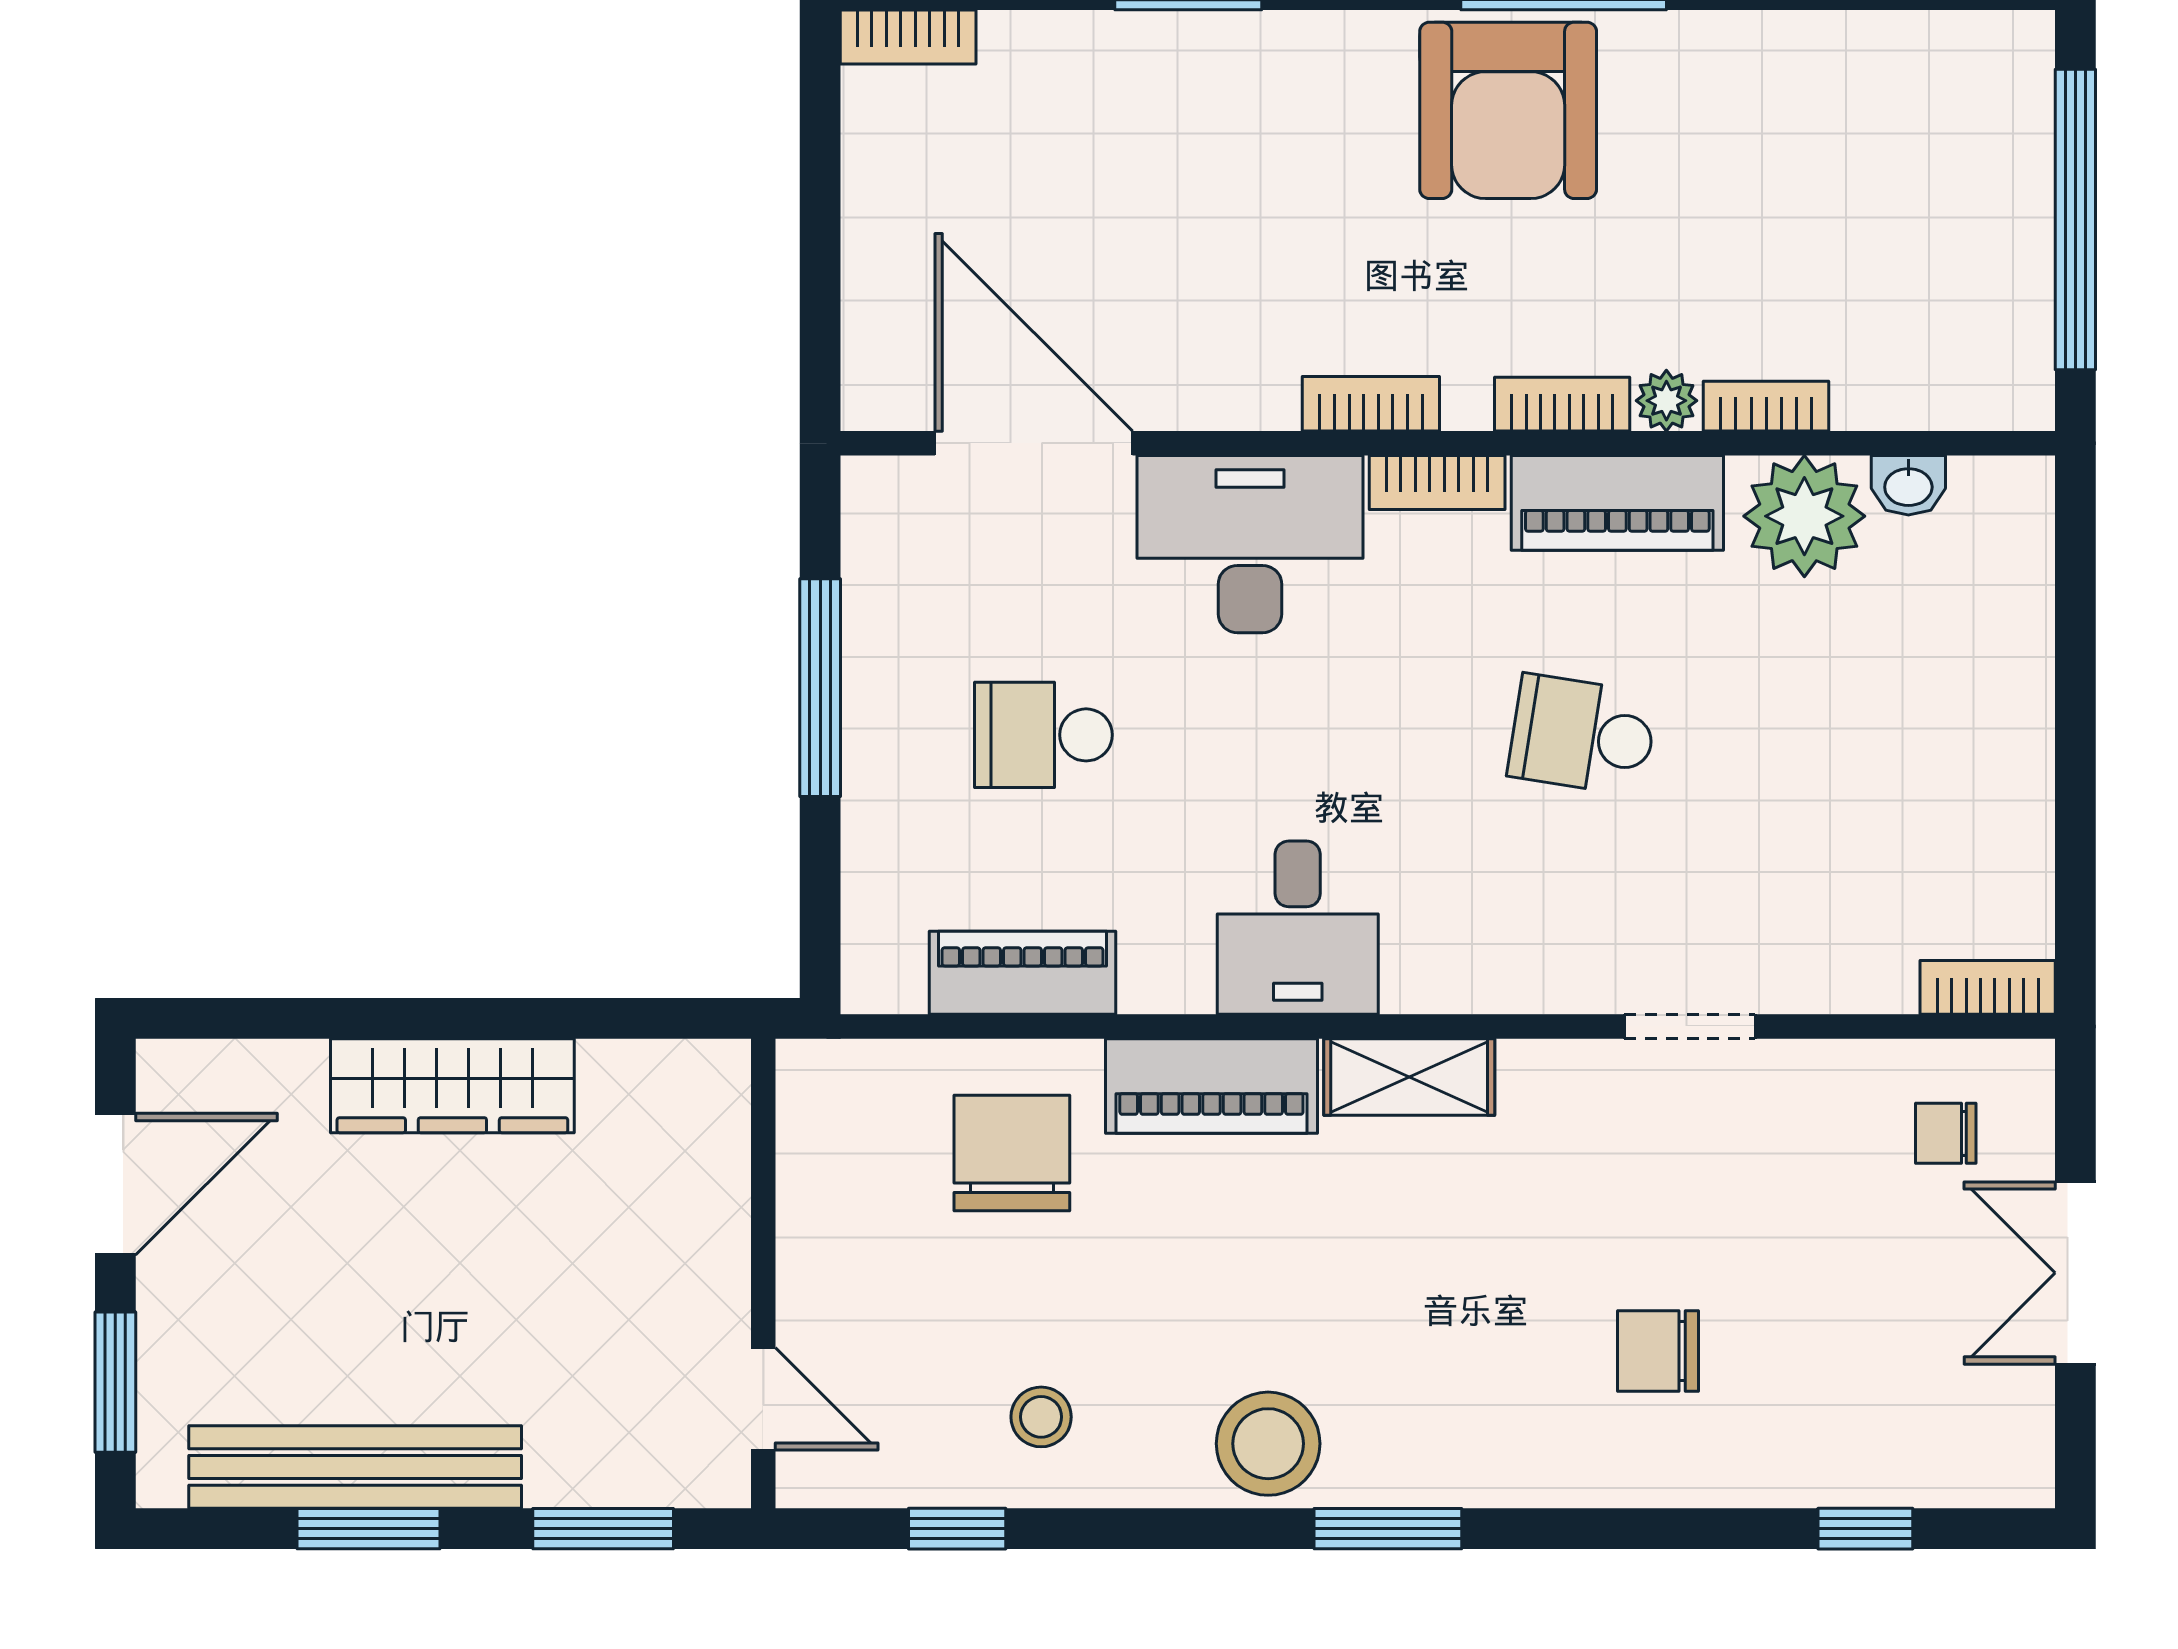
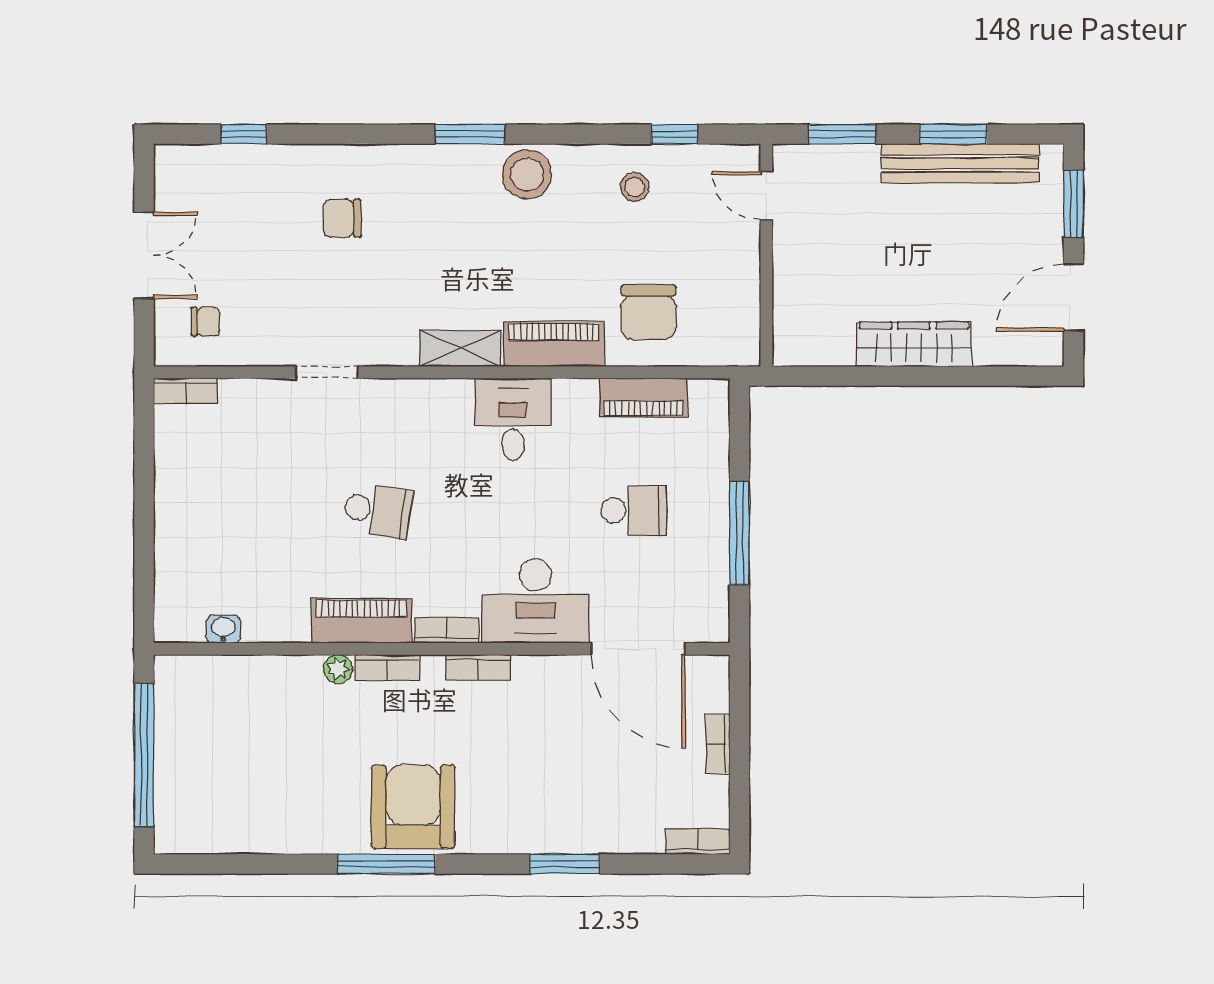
bookcase: (1766, 406) -> (718, 744), moved, turned 90
plant: (1804, 516) -> (273, 614), removed
chair: (1658, 1351) -> (342, 218), turned 180

